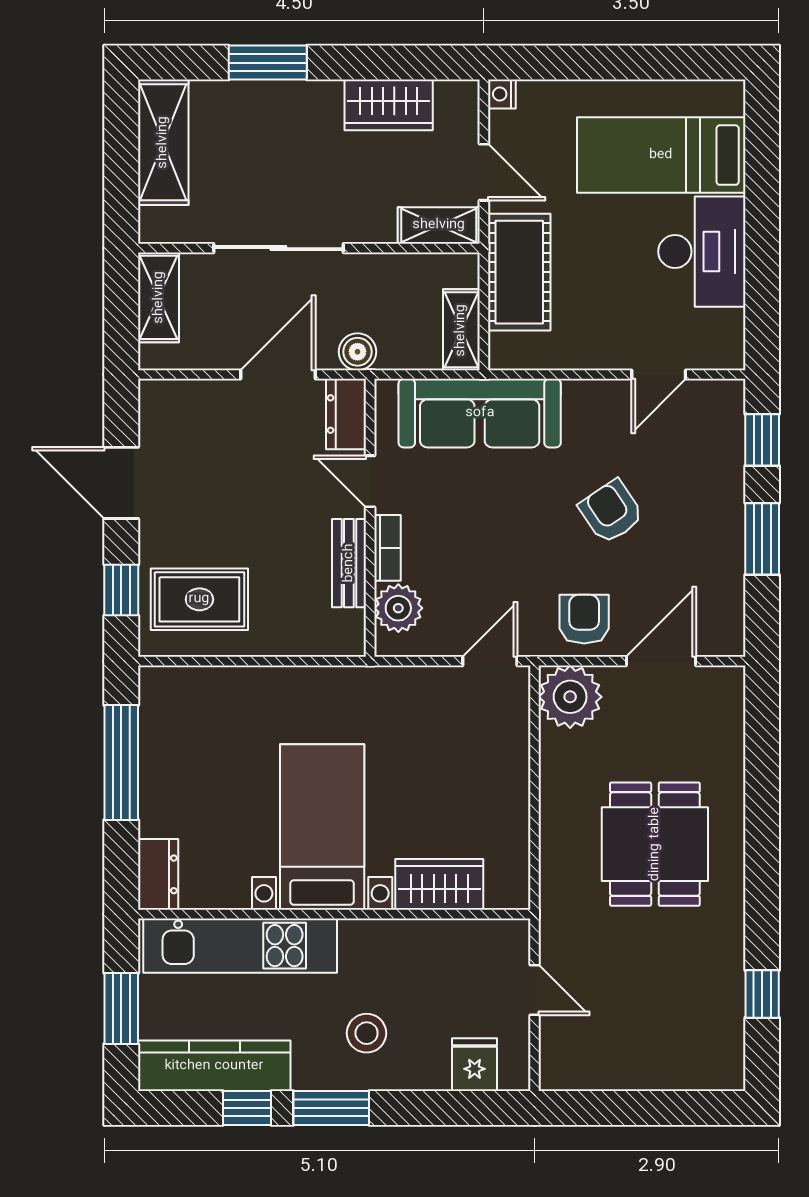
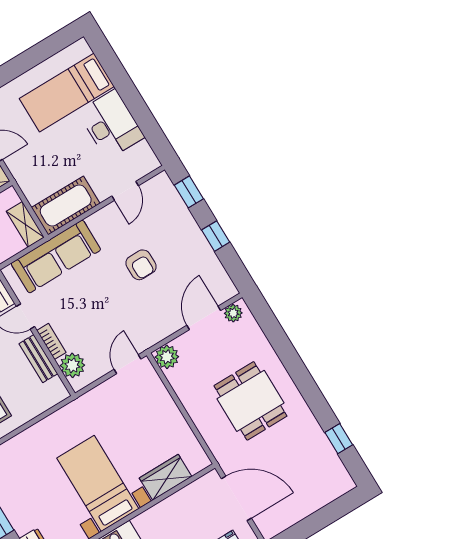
cot: (519, 272) -> (66, 206), moved, turned 90
armchair: (611, 512) -> (141, 265), turned -146
window: (762, 539) -> (216, 236), width x0.67
armchair: (584, 619) -> (158, 320), removed
plant: (714, 683) -> (233, 313), added
plant: (570, 697) -> (167, 357), width x0.73, depth x0.73
door: (534, 990) -> (236, 498), width x1.87

